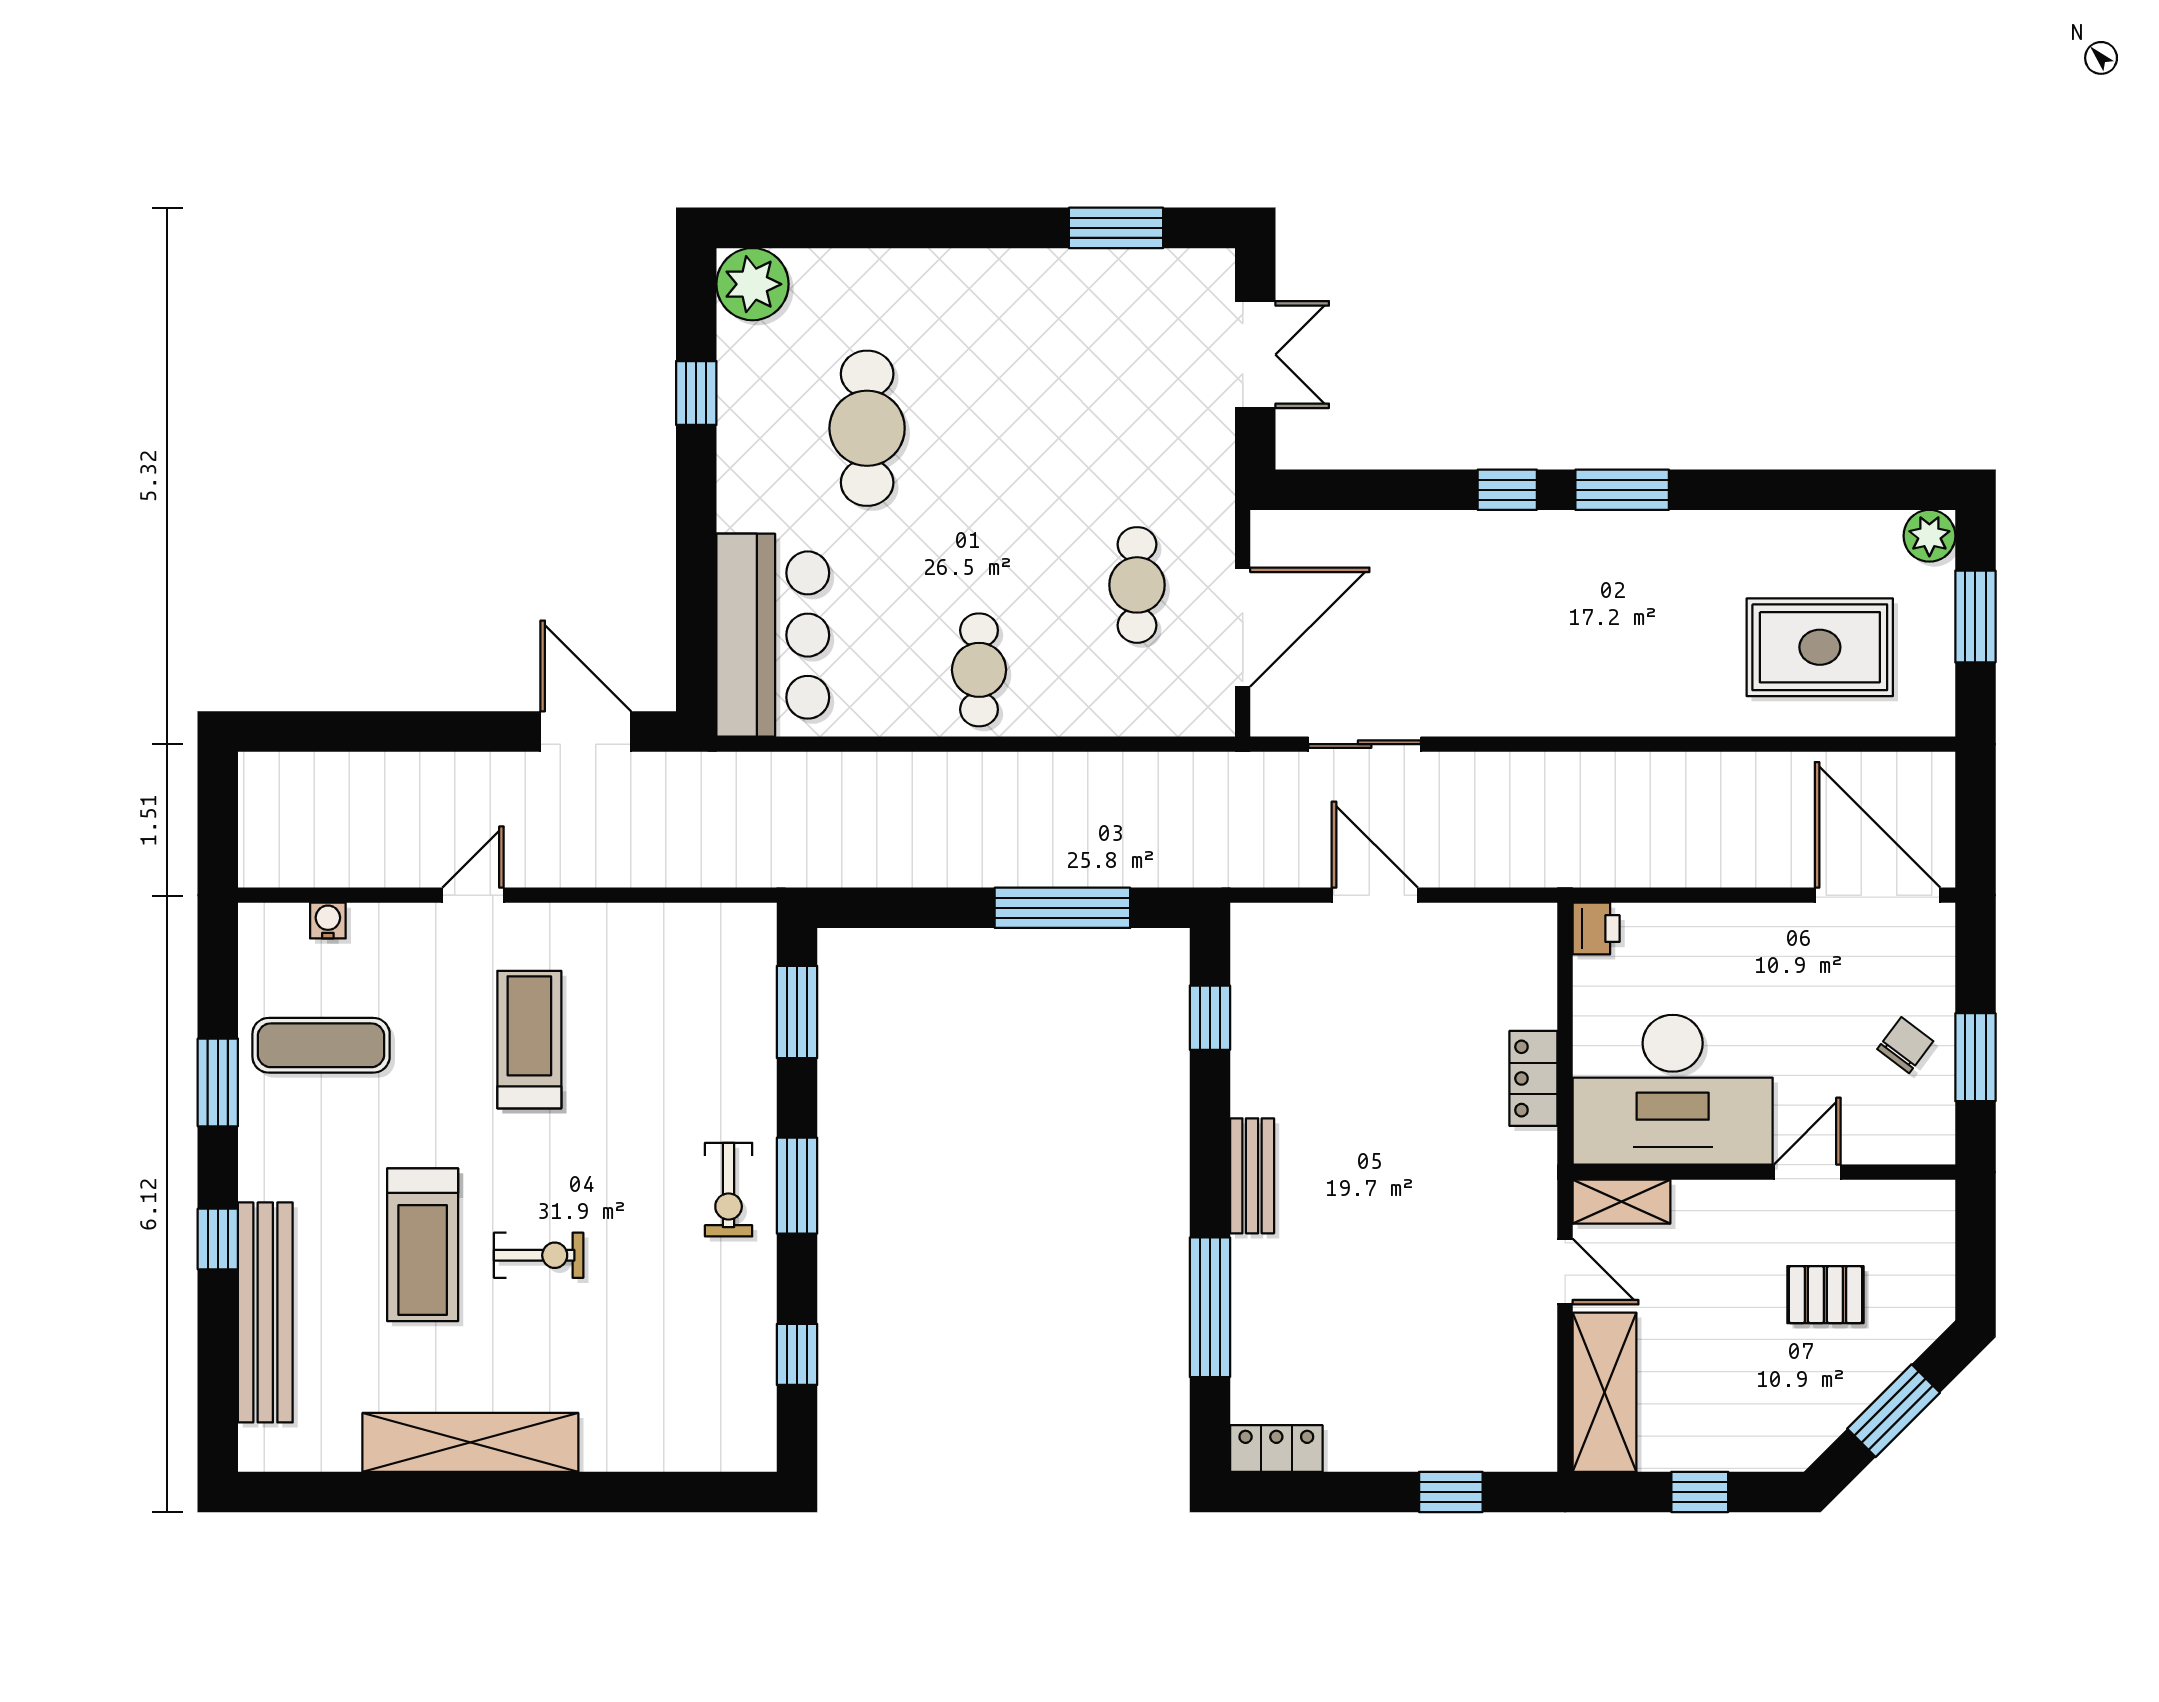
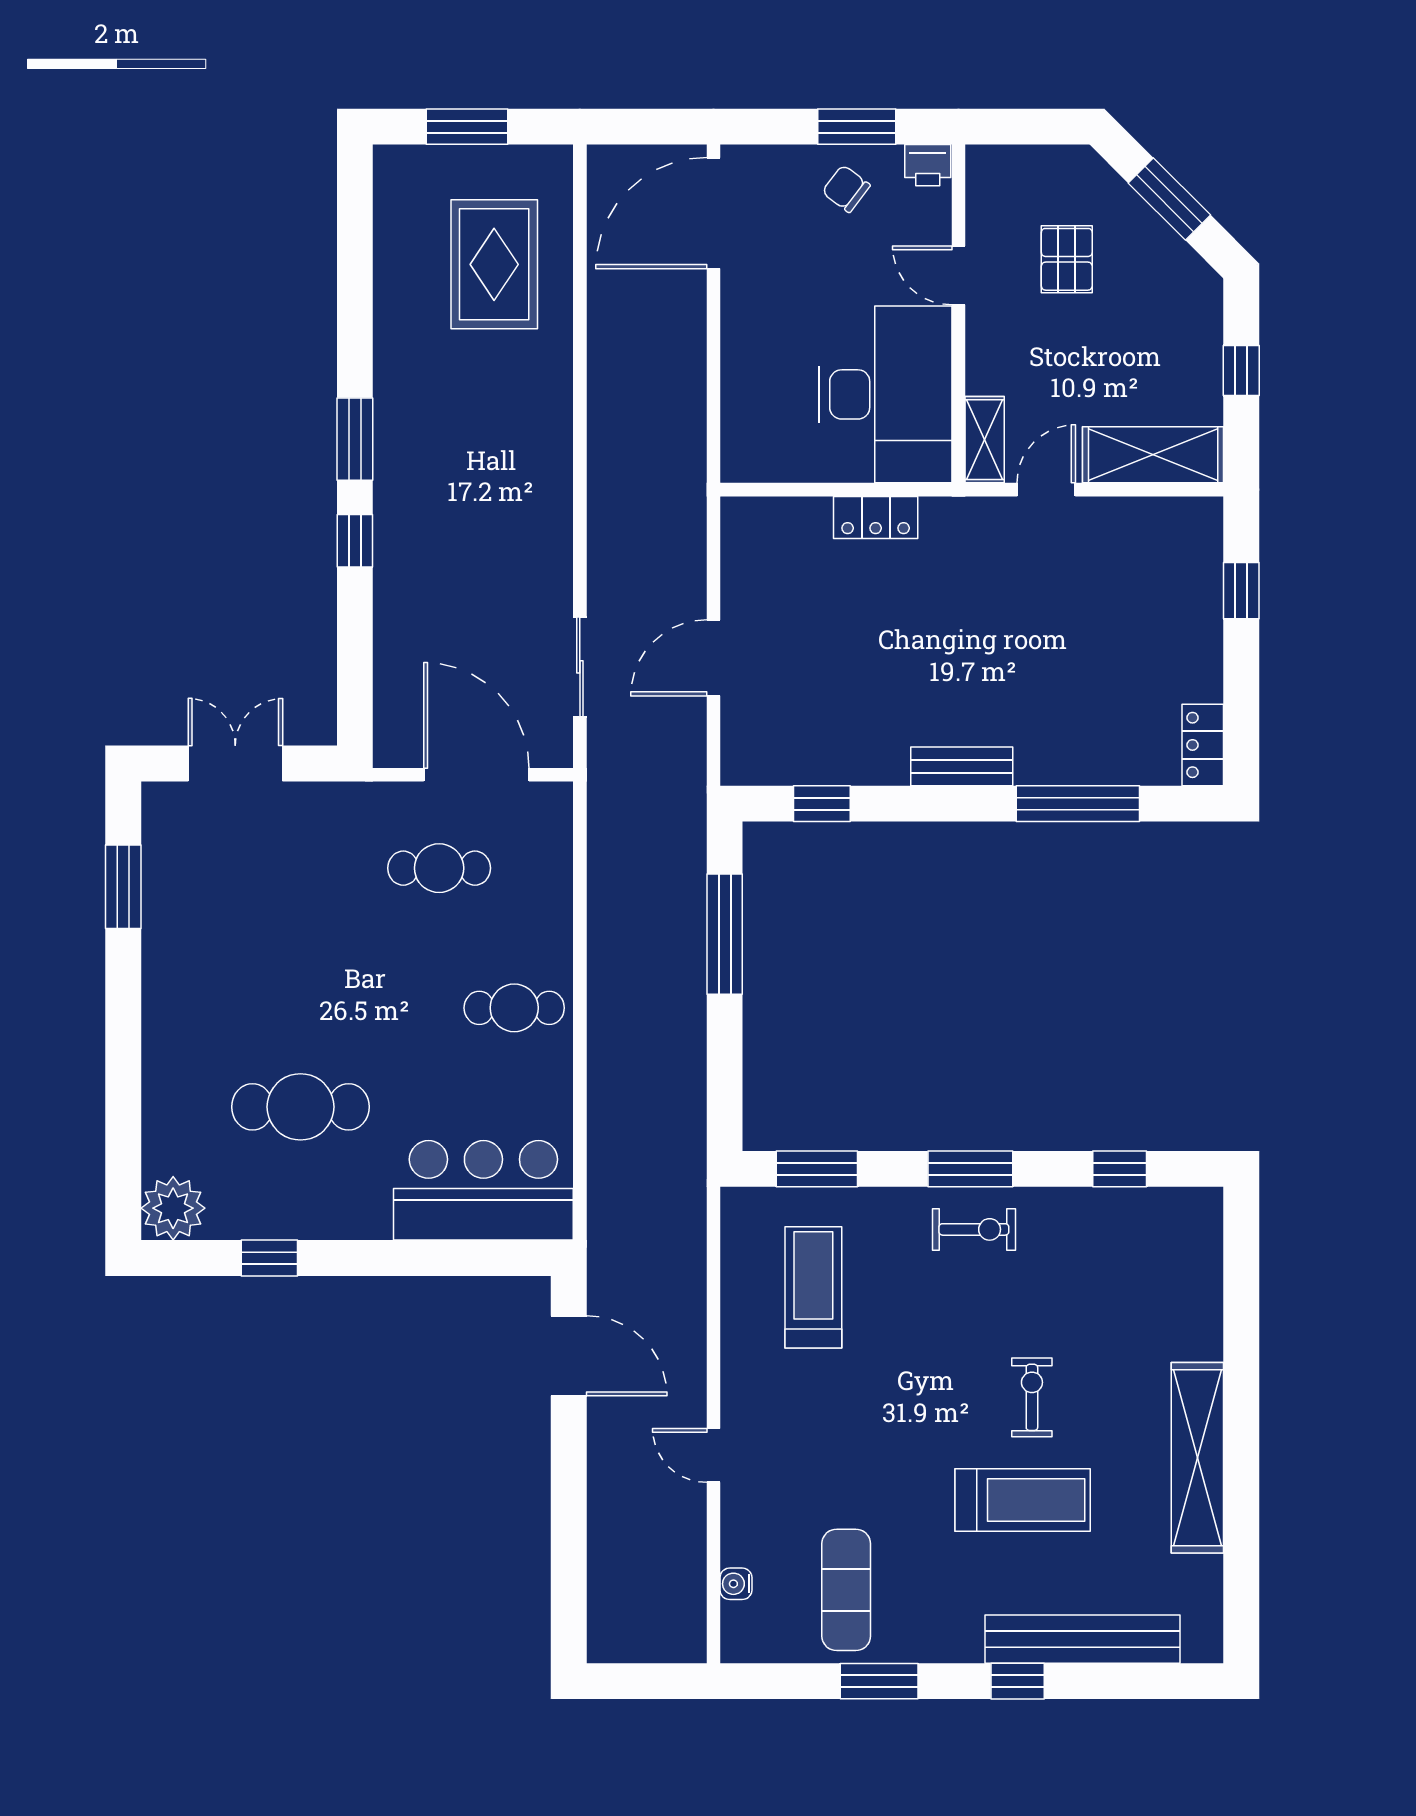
plant: (1929, 536) -> (396, 167), removed
door: (586, 732) -> (569, 1356), swing flipped
printer: (1596, 929) -> (928, 165), moved, turned 180
treadmill: (529, 1040) -> (813, 1287), moved, turned 90

